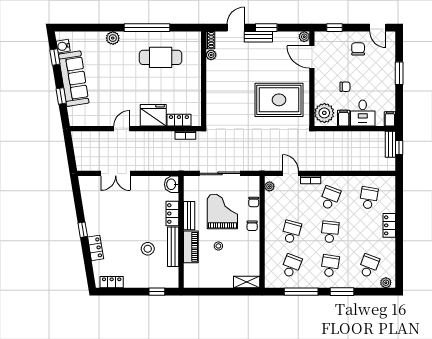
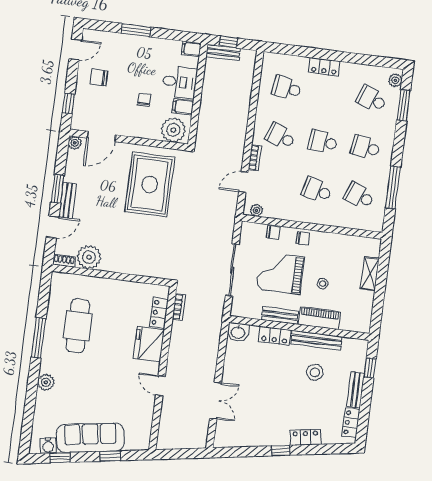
window: (147, 28) -> (38, 338), width x0.68
door: (236, 28) -> (53, 227), swing flipped
plant: (211, 55) -> (89, 257), width x1.88, depth x1.88
shelving: (247, 282) -> (370, 274), moved
bench: (138, 283) -> (356, 390), added
window: (342, 292) -> (404, 105), moved

